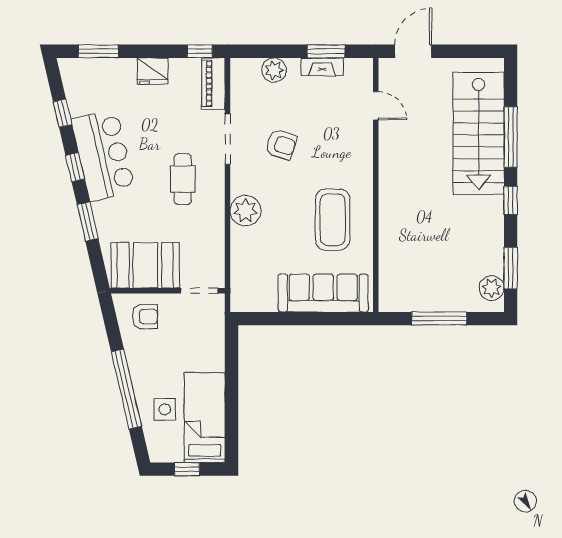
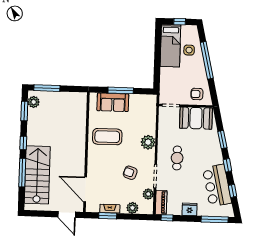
window: (98, 51) -> (215, 219), width x1.44
door: (413, 51) -> (67, 214), hinge flipped
plant: (242, 100) -> (148, 194), added
door: (376, 106) -> (85, 189), width x1.87
bar counter: (103, 155) -> (217, 186), moved
coffee table: (333, 220) -> (107, 137), turned 90
sofa: (323, 293) -> (113, 102), width x0.73
window: (307, 319) -> (121, 90), added
window: (439, 319) -> (47, 88), moved

